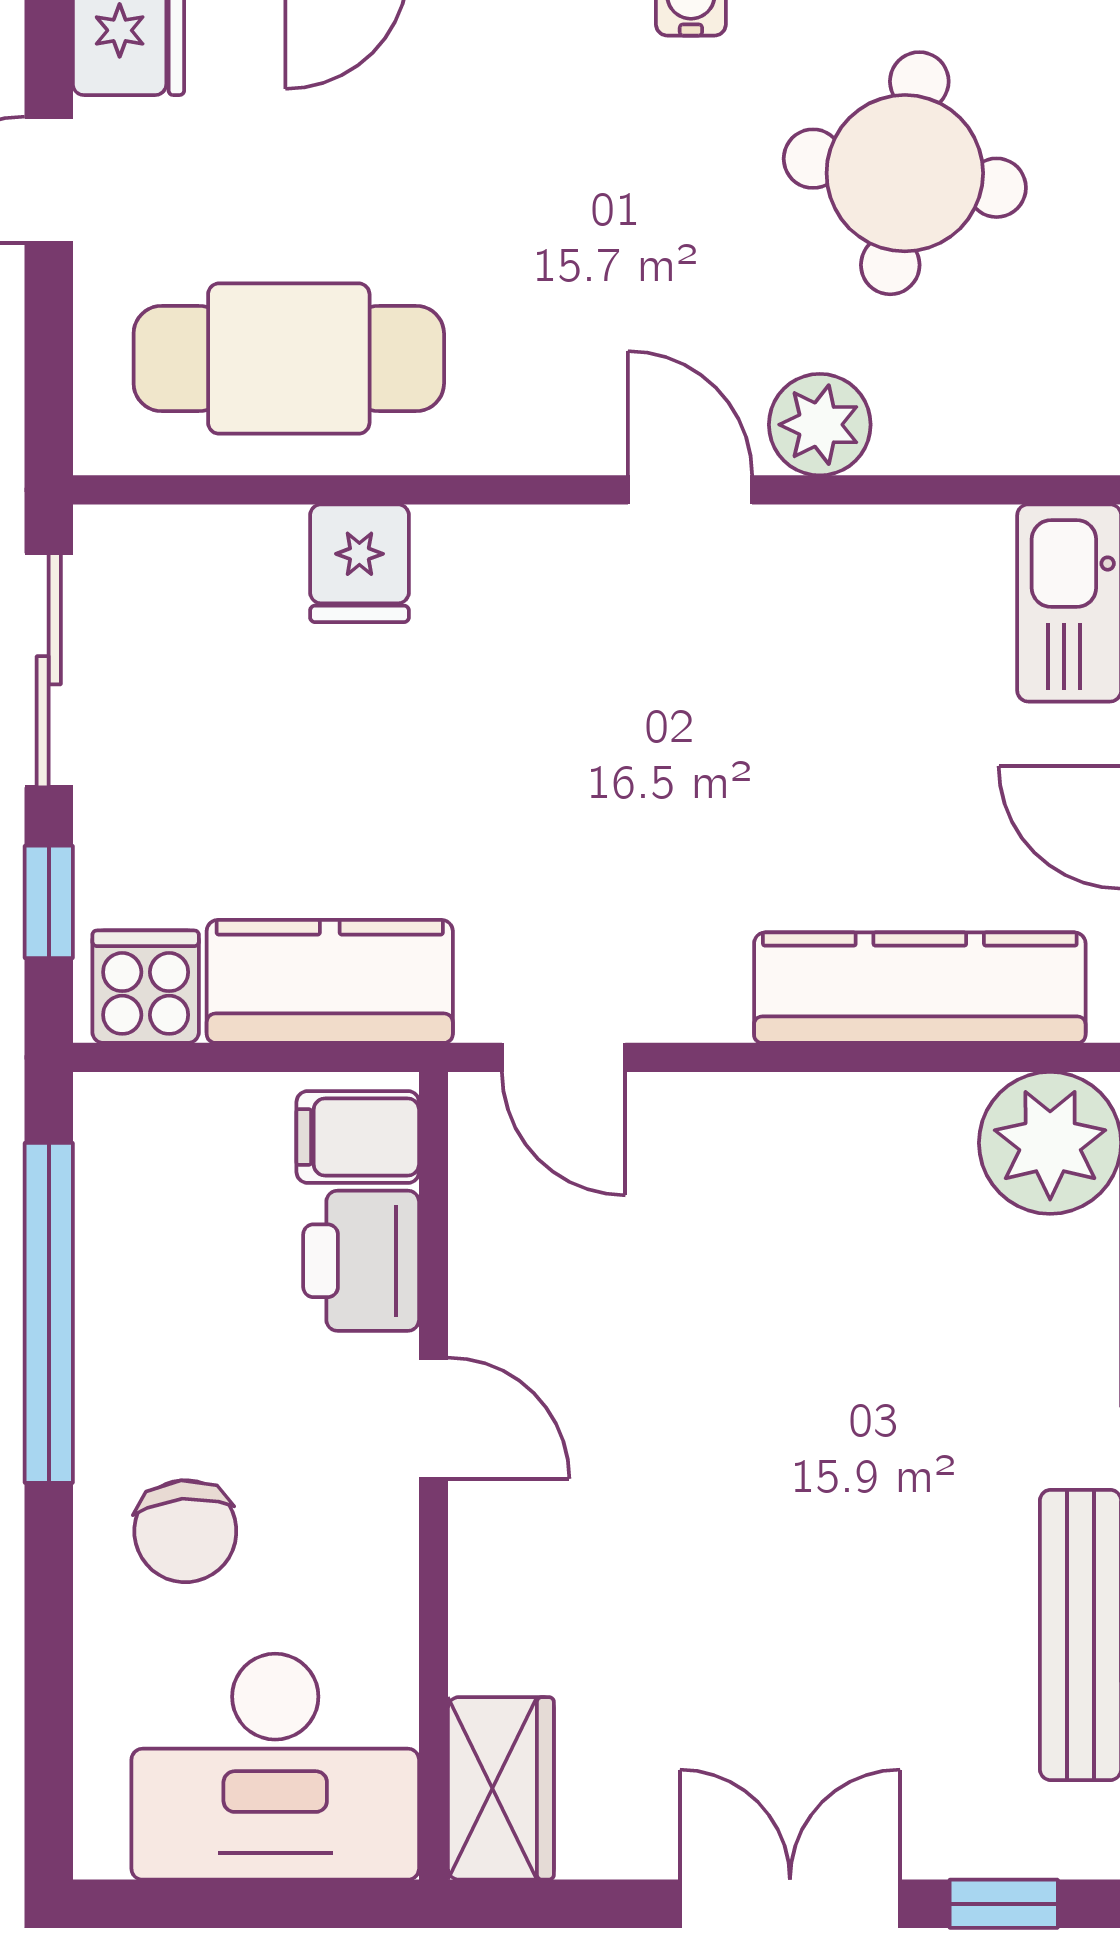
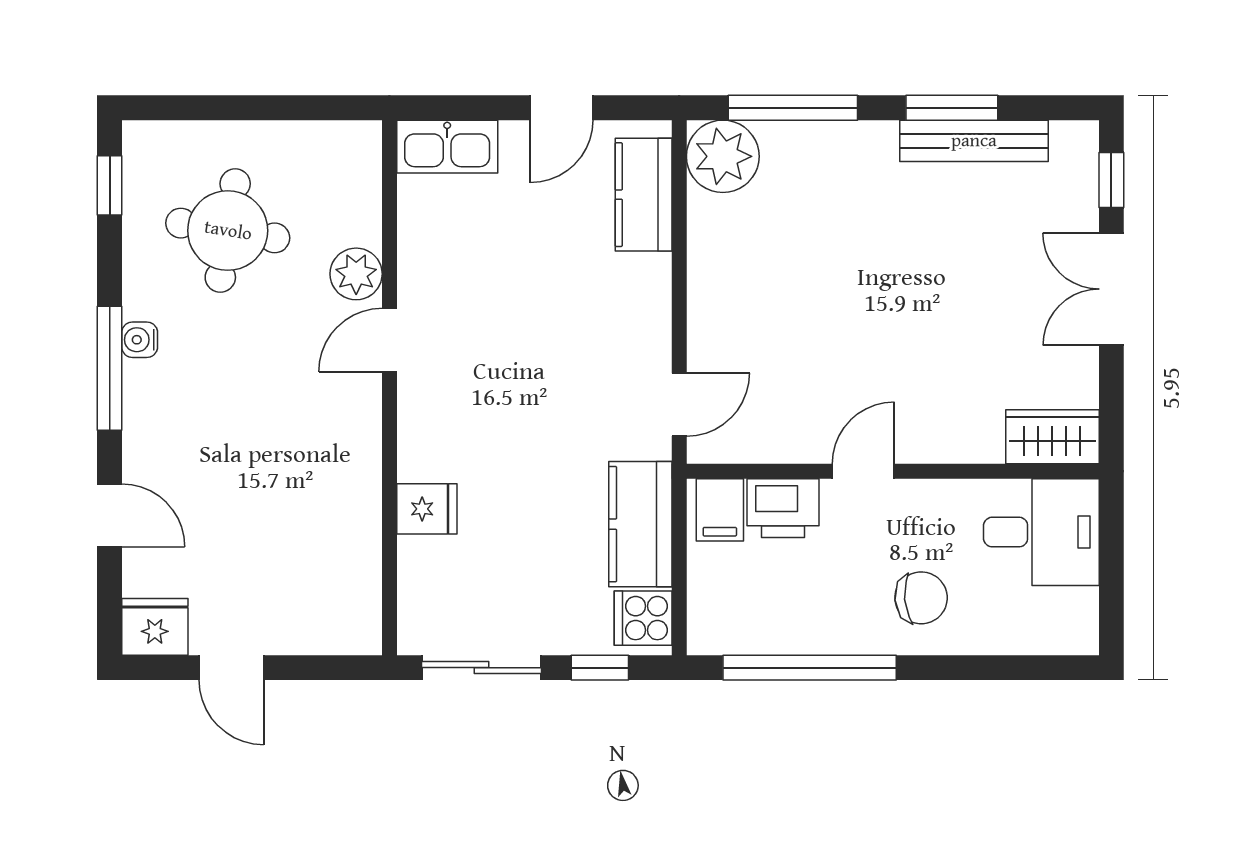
cafe table: (289, 359) -> (322, 545), removed
kitchen counter: (920, 988) -> (644, 195), width x0.67
desk: (275, 1767) -> (1041, 532), width x0.73

